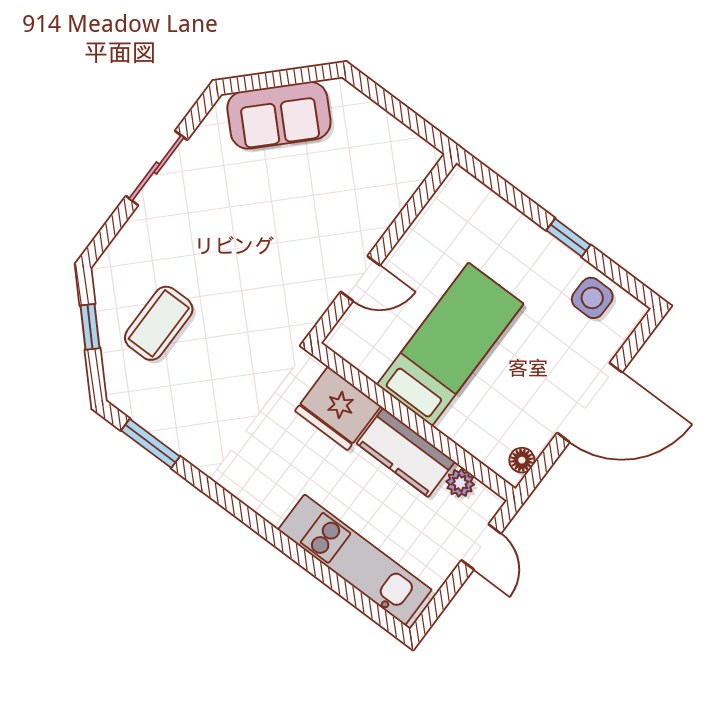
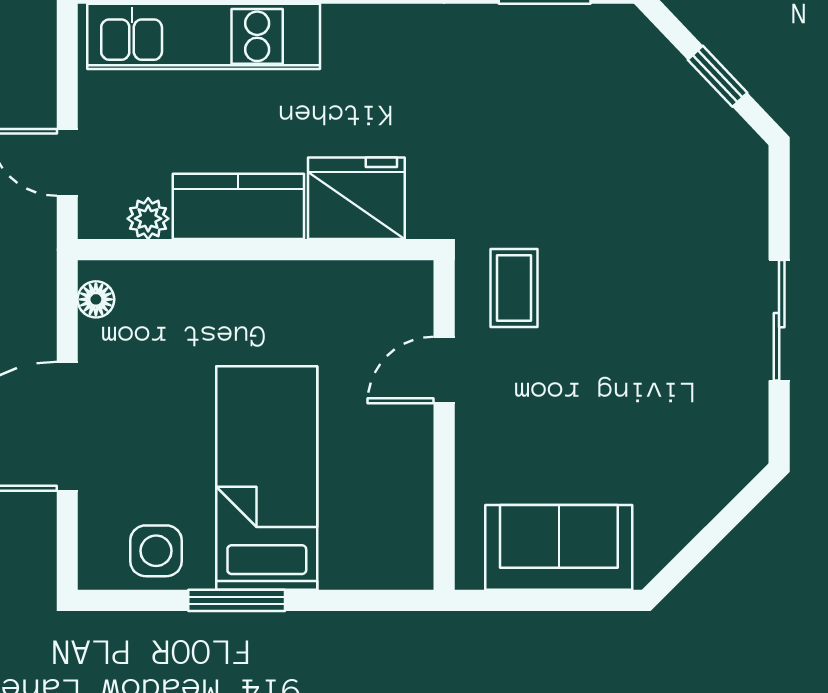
sofa: (279, 115) -> (559, 547), moved, turned 45
window: (568, 238) -> (237, 600), width x1.50
coffee table: (159, 323) -> (514, 288), moved, width x0.73, depth x0.77
bed: (450, 344) -> (267, 478), moved, turned 180

